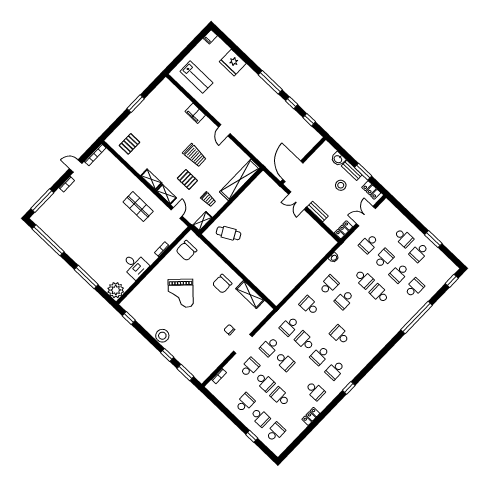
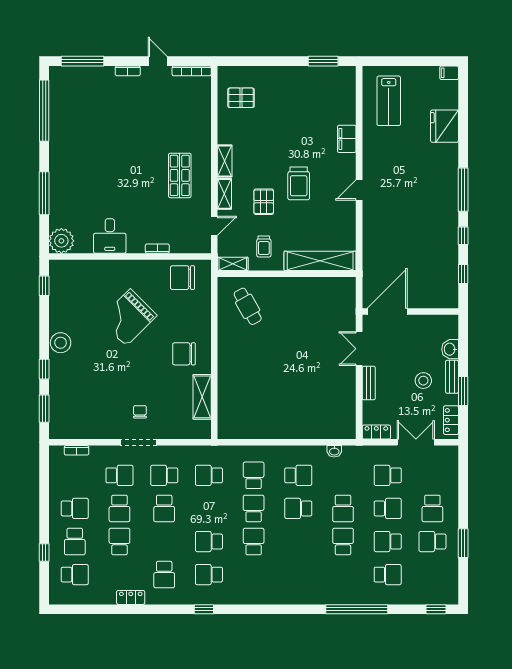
window: (136, 104) -> (323, 61), moved
school desk: (305, 341) -> (254, 508), moved

